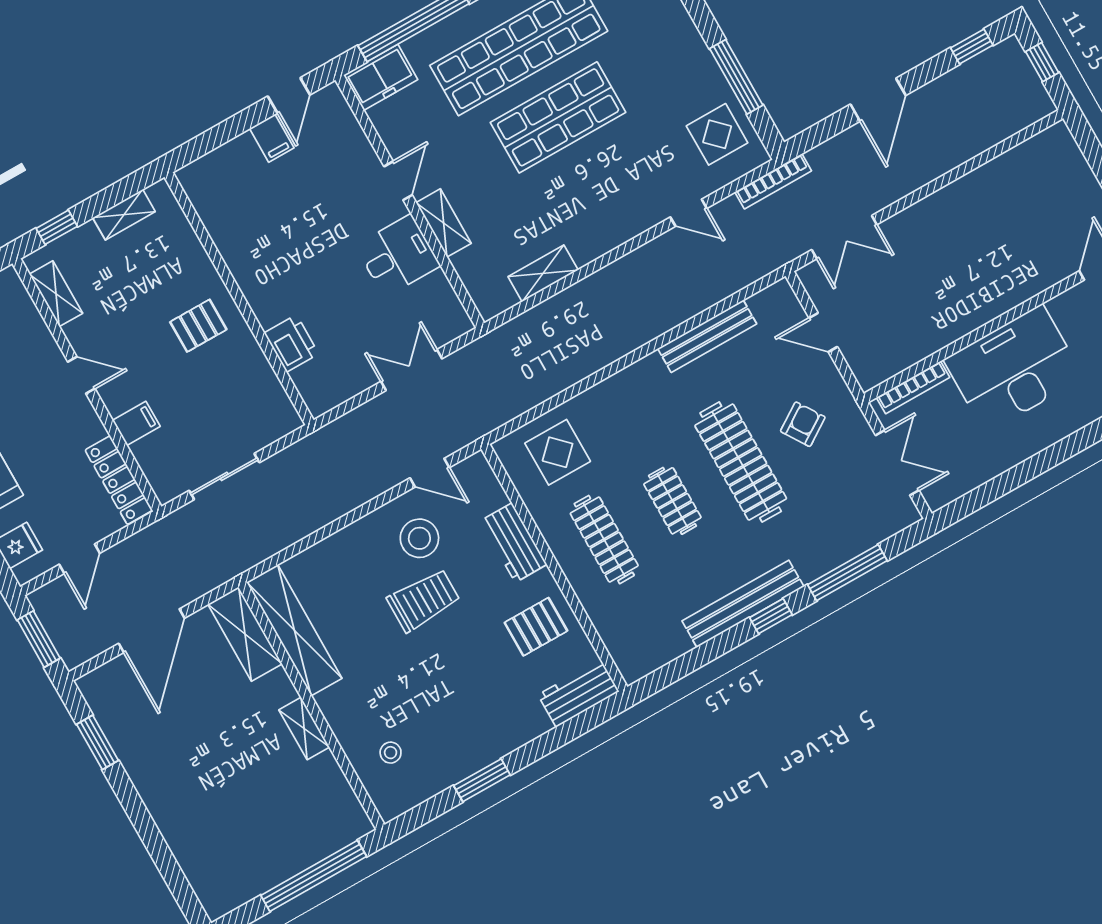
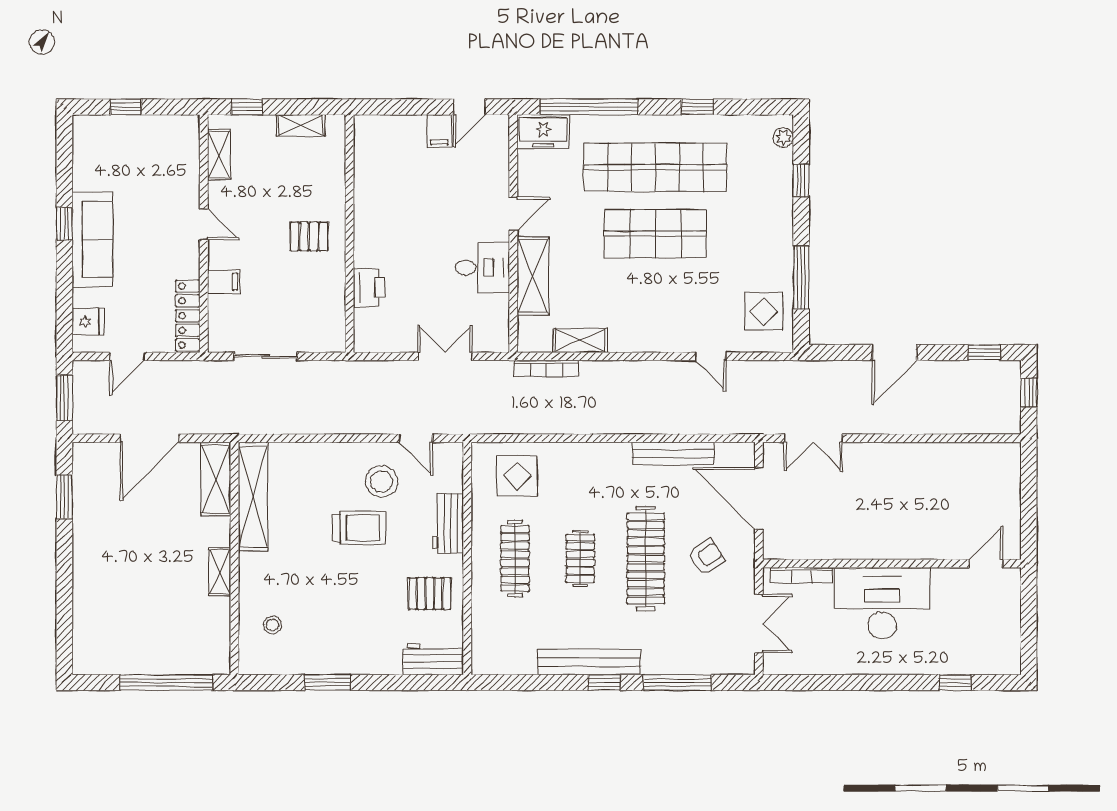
bookcase: (773, 181) -> (546, 368), moved
shelving: (444, 223) -> (533, 276), width x1.50, depth x1.33
door: (823, 332) -> (759, 499), width x1.87

